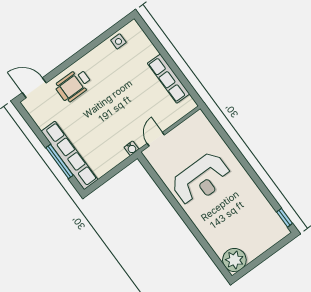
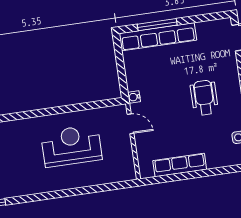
wheelchair: (73, 85) -> (204, 98), moved
reception desk: (201, 179) -> (71, 146), turned 90

